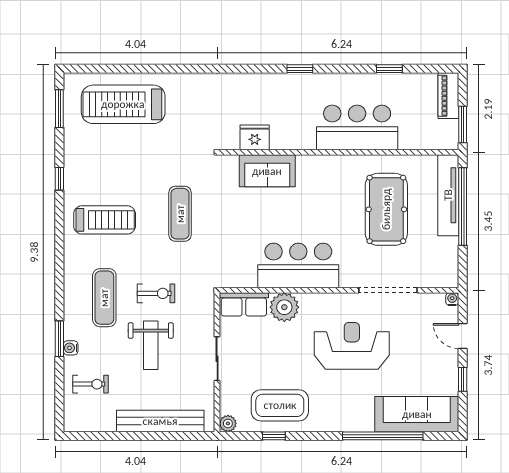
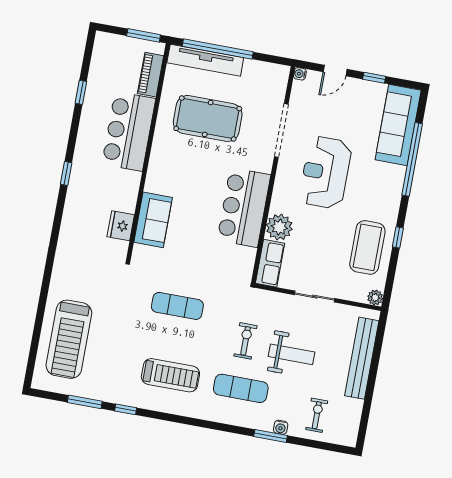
piano: (448, 96) -> (151, 75), moved, turned 90
window: (59, 109) -> (85, 402), moved
treadmill: (105, 220) -> (170, 375), turned 90
window: (274, 436) -> (398, 237), moved

